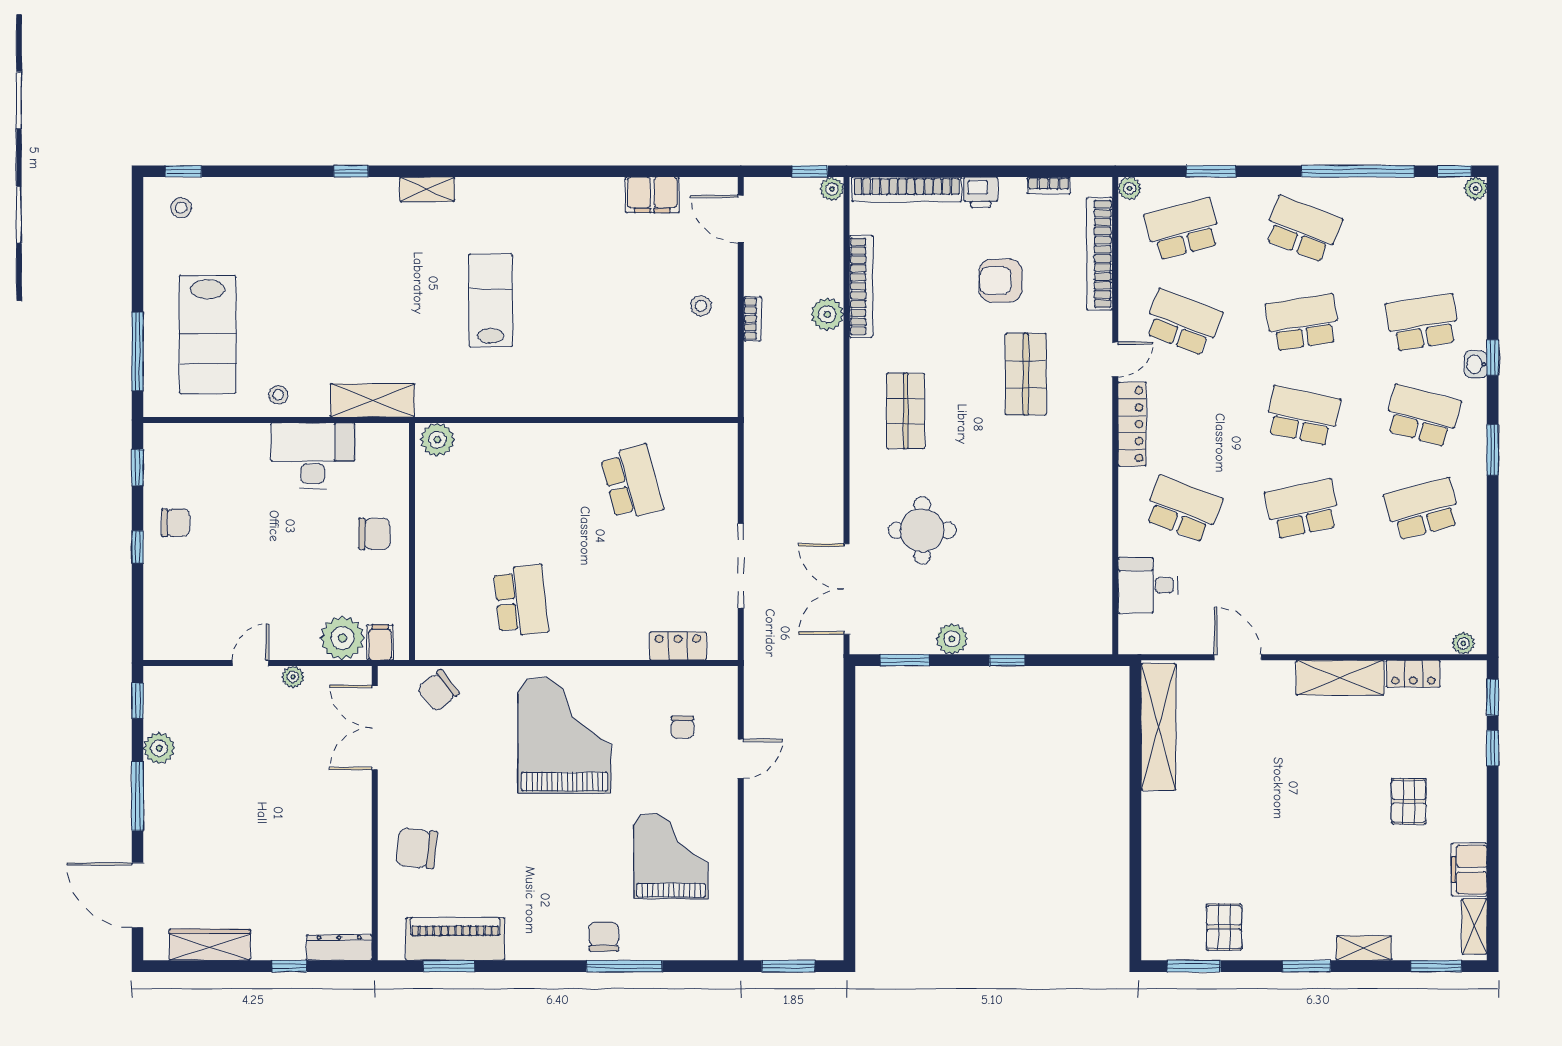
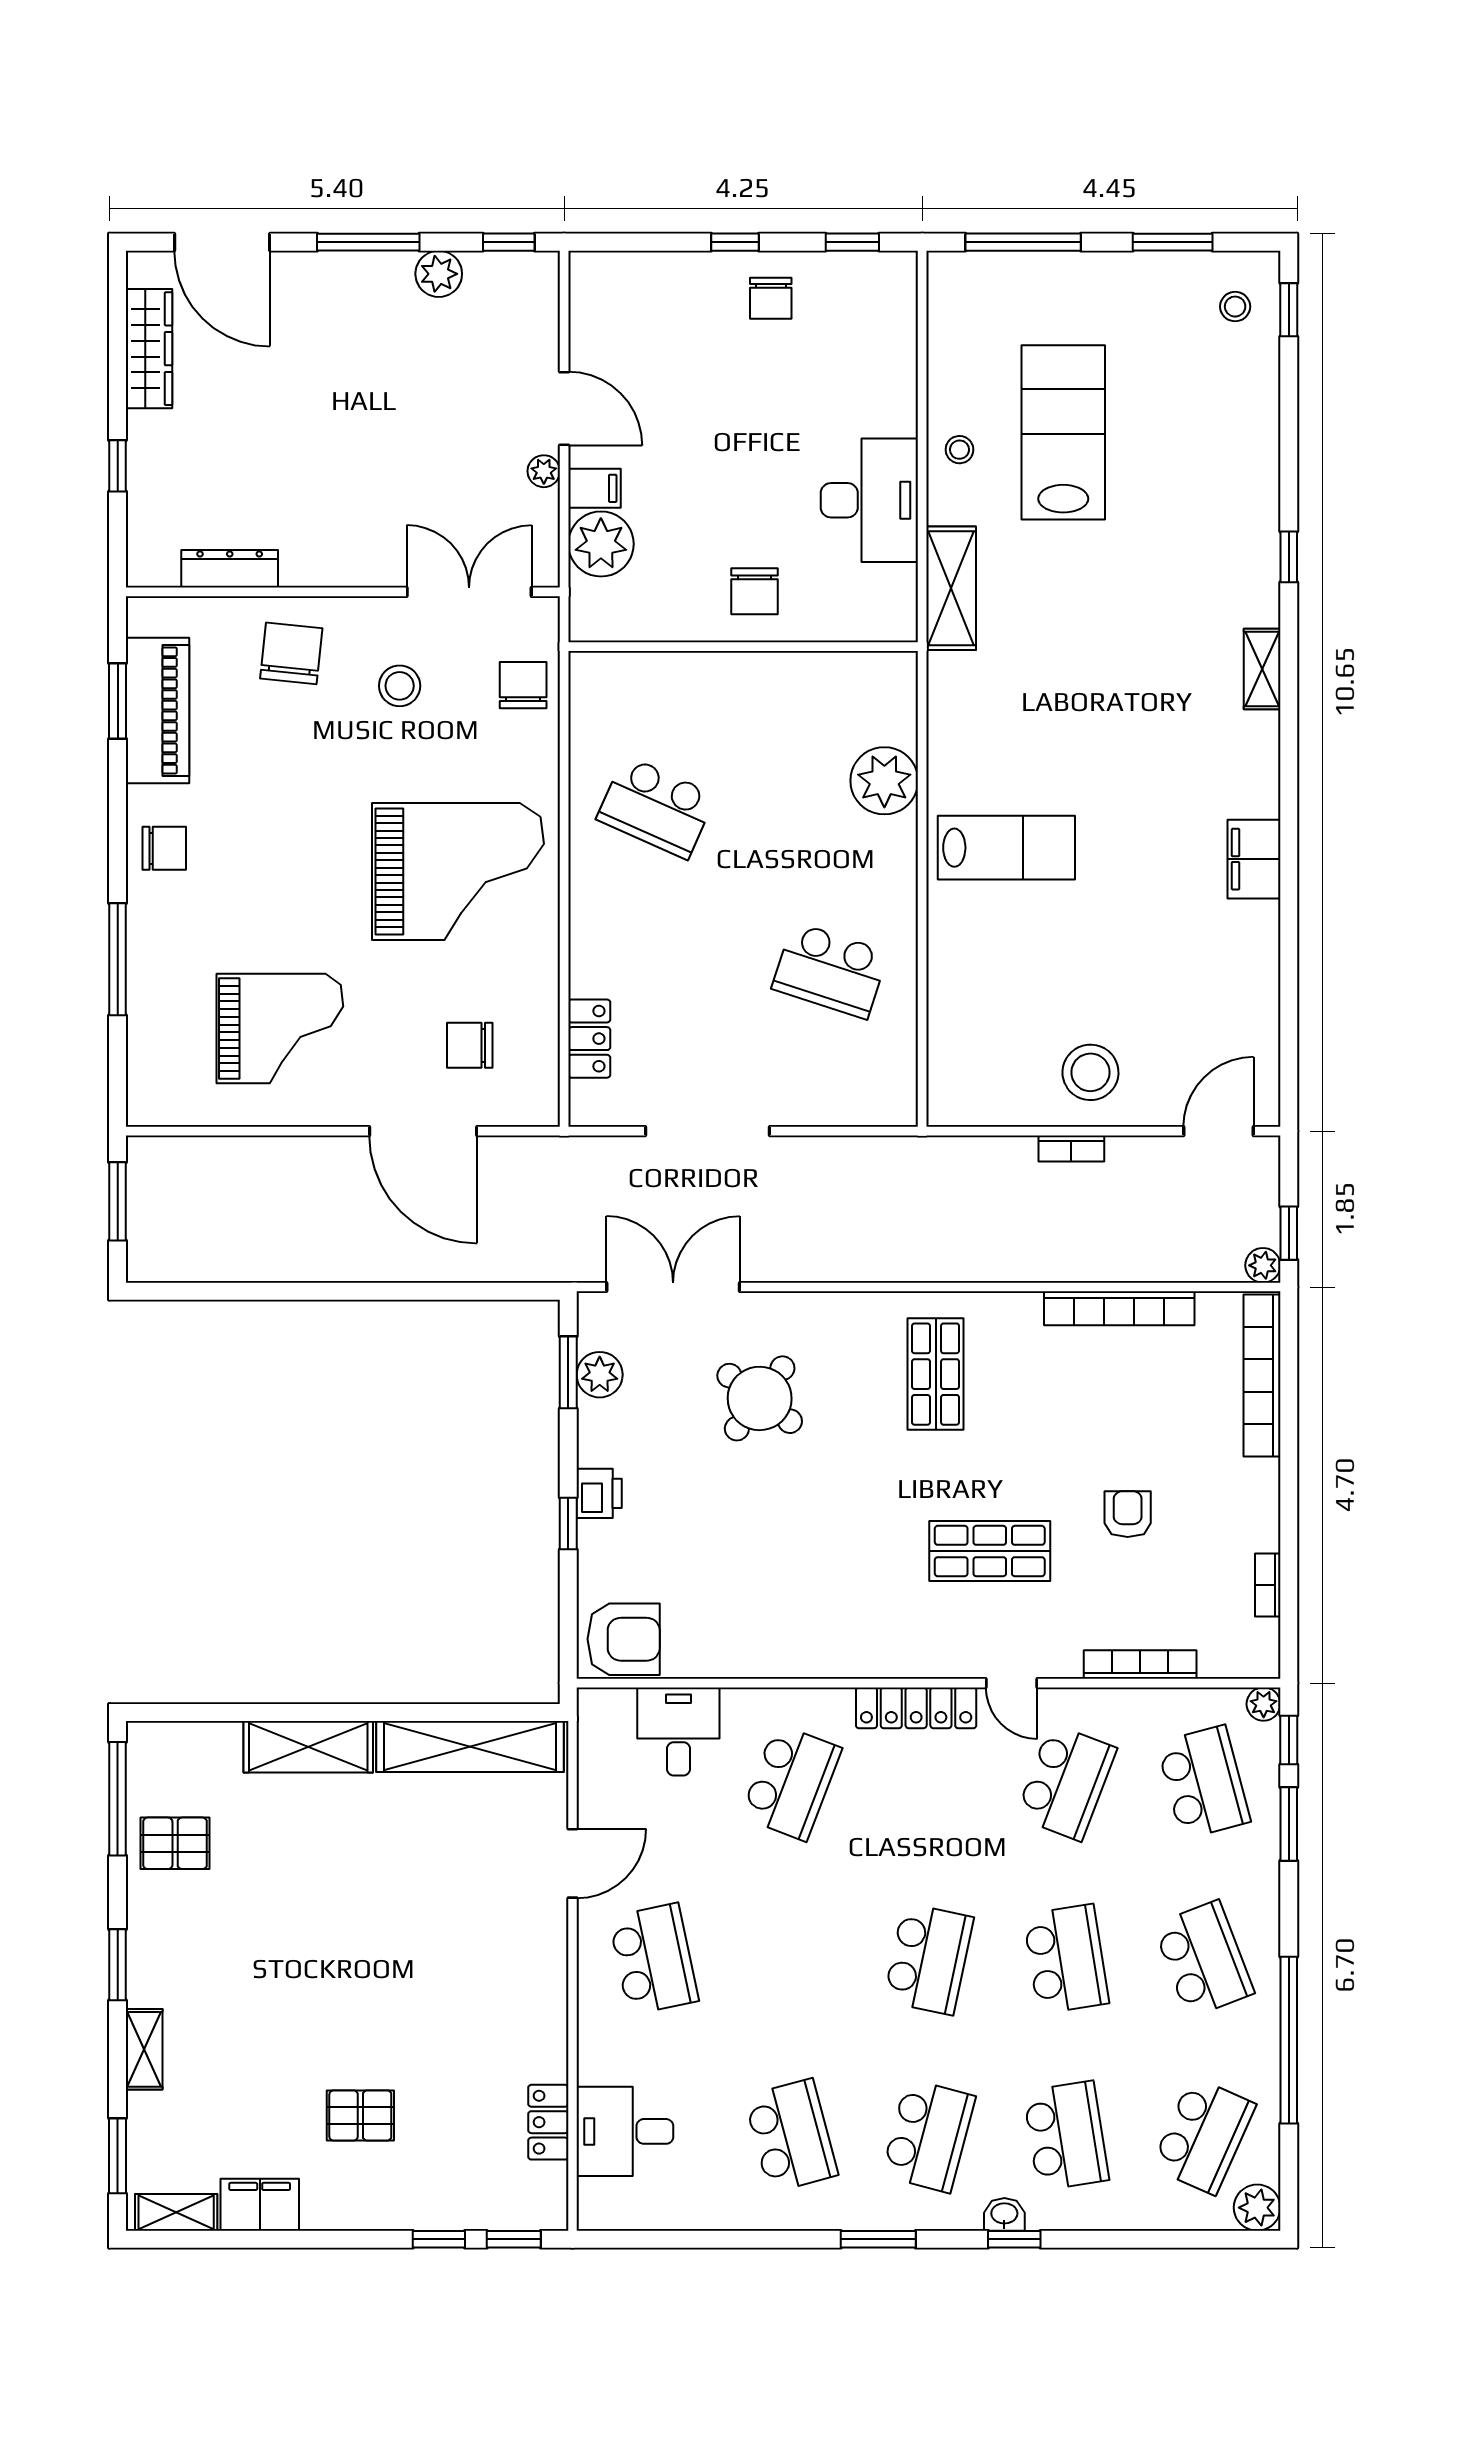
window: (1454, 171) -> (1289, 1740), moved
plant: (1476, 188) -> (1257, 2208), width x1.38, depth x1.38
printer: (981, 192) -> (599, 1493), moved, turned 180
filing cabinet: (652, 195) -> (1254, 859), moved
school desk: (1303, 229) -> (1204, 1959), turned -42
school desk: (1422, 229) -> (1204, 2136), added
window: (137, 250) -> (1173, 242), added
bookcase: (1100, 254) -> (1140, 1664), width x0.68, depth x0.76
armchair: (1001, 281) -> (1128, 1514), width x0.72, depth x0.72
lab bench: (491, 300) -> (1006, 848), moved
stool: (701, 306) -> (1090, 1072), width x1.89, depth x1.89
plant: (827, 314) -> (1078, 1258), removed
lab bench: (208, 335) -> (1063, 432), moved, turned 90
shop shelf: (906, 411) -> (936, 1374), turned 90
plant: (437, 440) -> (884, 781), moved, width x1.36, depth x1.36
school desk: (632, 483) -> (830, 970), turned 33
school desk: (1303, 509) -> (654, 1959), moved
round table: (922, 530) -> (760, 1398), turned 37
school desk: (521, 601) -> (656, 807), turned 30
desk: (1420, 622) -> (625, 2131), added
armchair: (1086, 623) -> (624, 1639), added
plant: (952, 639) -> (600, 1375), moved
filing cabinet: (380, 642) -> (594, 488), moved
plant: (1463, 643) -> (593, 2196), removed
door: (250, 663) -> (564, 408), width x1.38
shelving: (1340, 678) -> (308, 1747), moved, turned 90
chair: (438, 691) -> (523, 685), turned 39
chair: (682, 727) -> (470, 1045), width x1.37, depth x1.37
door: (741, 759) -> (423, 1131), width x1.87
stool: (439, 775) -> (400, 686), added
door: (137, 895) -> (222, 242), swing flipped
chair: (604, 937) -> (164, 848), moved
dresser: (339, 948) -> (230, 569), moved, turned -90
window: (1194, 966) -> (118, 1799), width x1.44

